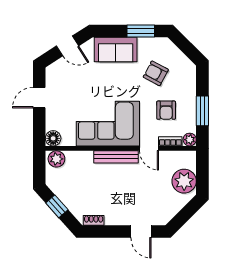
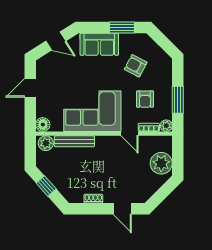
bench: (116, 157) -> (74, 141), moved
shoe rack: (94, 220) -> (93, 199), moved

